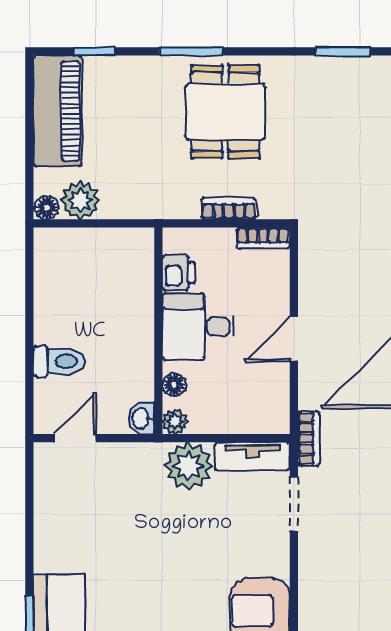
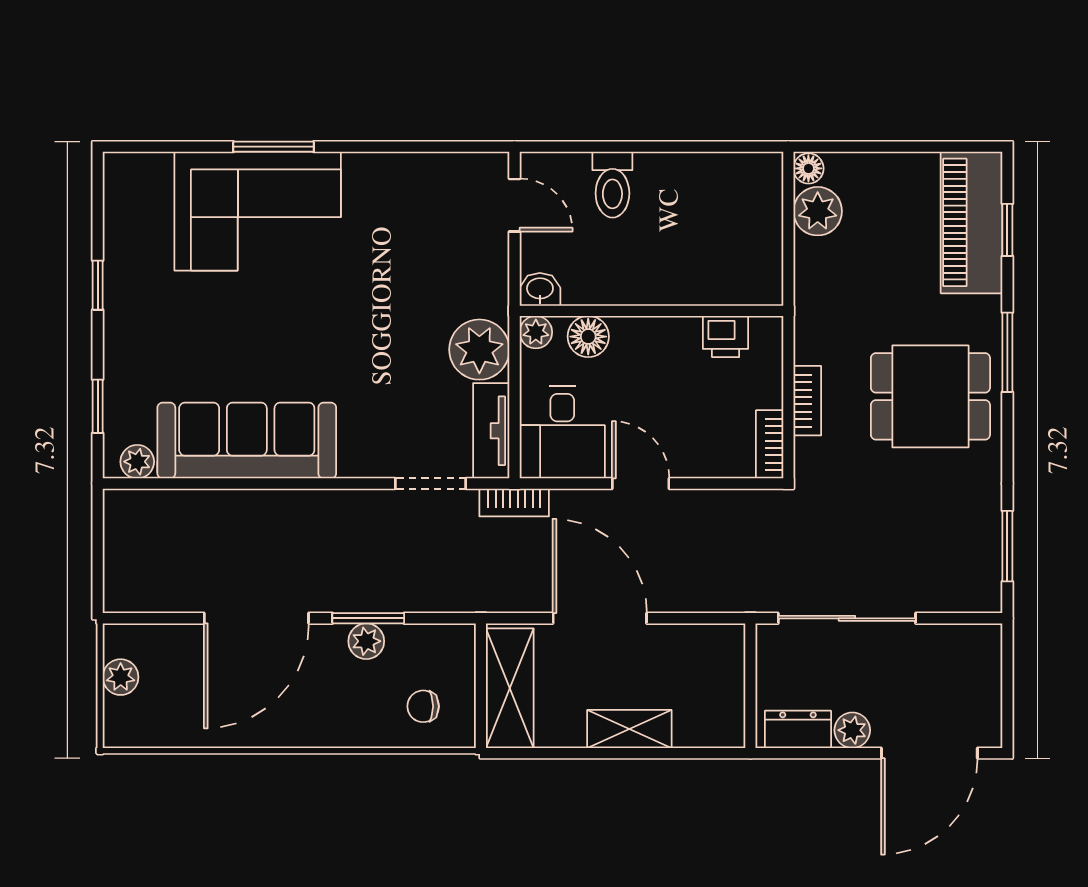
piano: (58, 111) -> (971, 222), moved, turned 90
desk: (198, 326) -> (562, 432), moved, turned 180
floor lamp: (174, 385) -> (588, 337), width x1.37, depth x1.37

